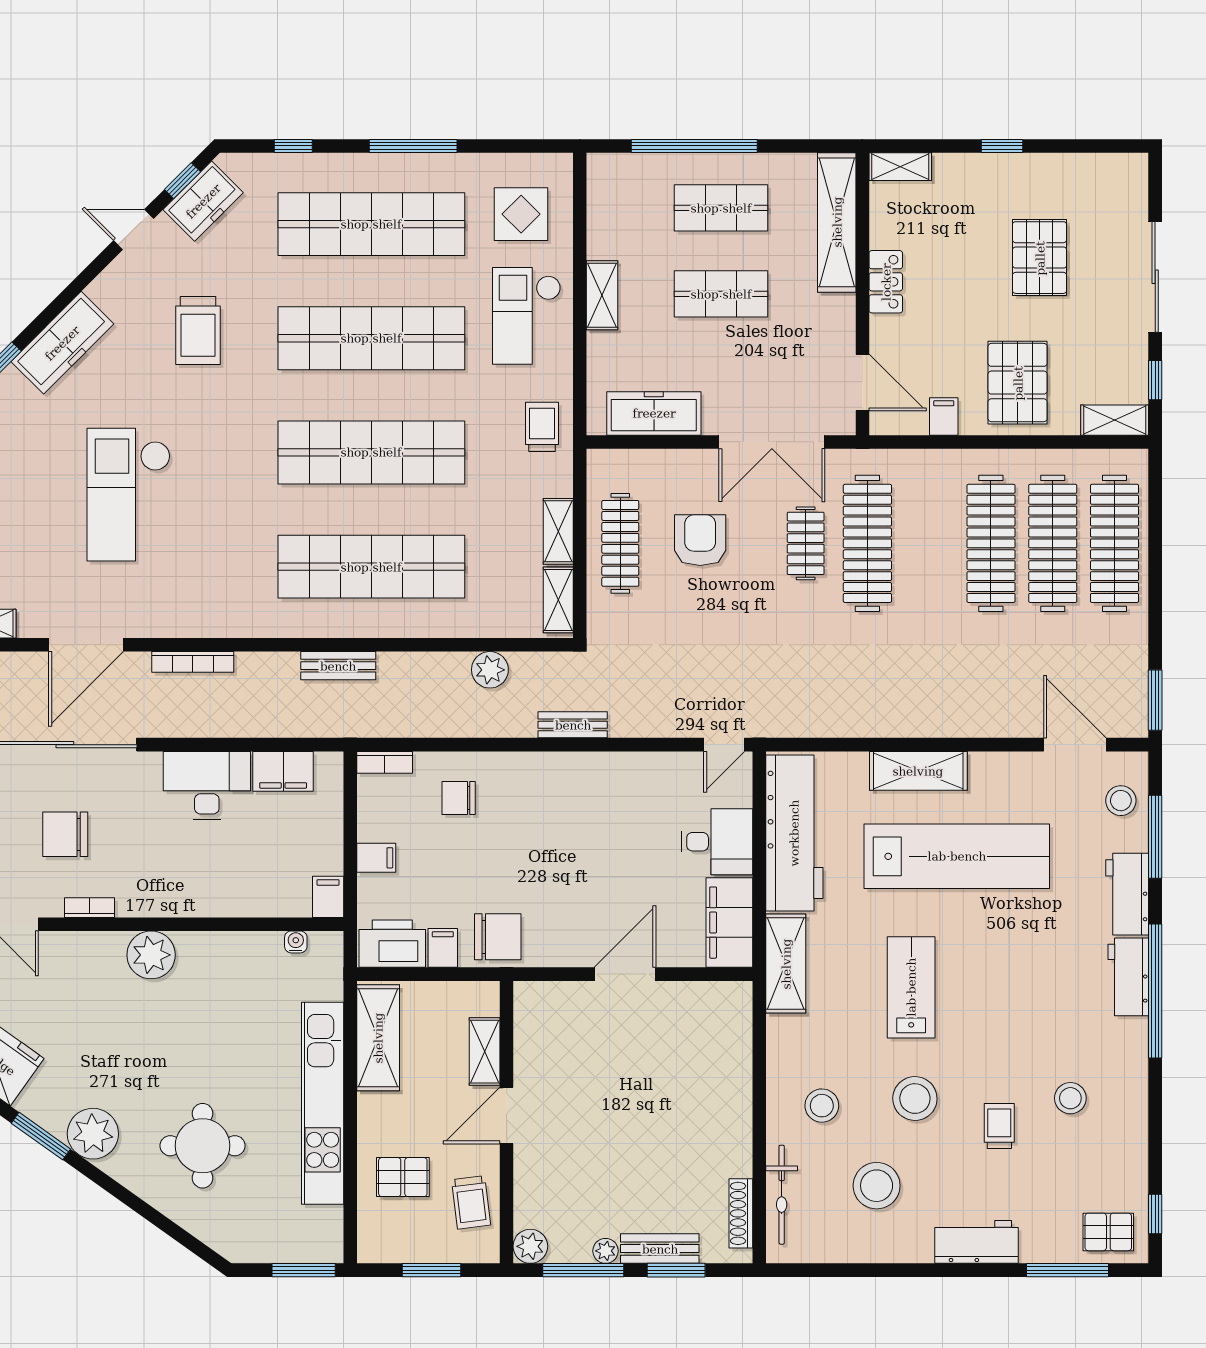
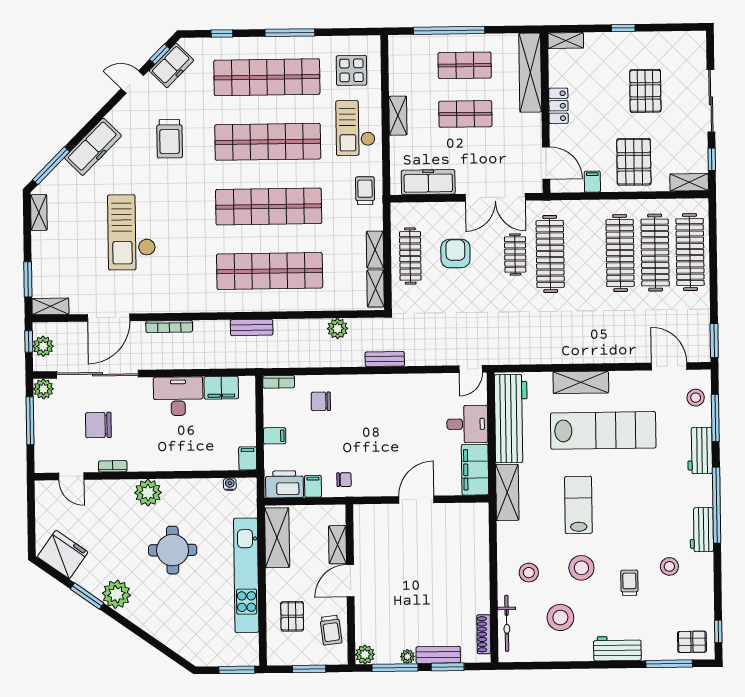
chair: (498, 937) -> (344, 480), width x0.54, depth x0.54
workbench: (1128, 977) -> (702, 530), moved
round table: (203, 1146) -> (173, 550), moved
pallet: (403, 1177) -> (292, 616), turned 90

